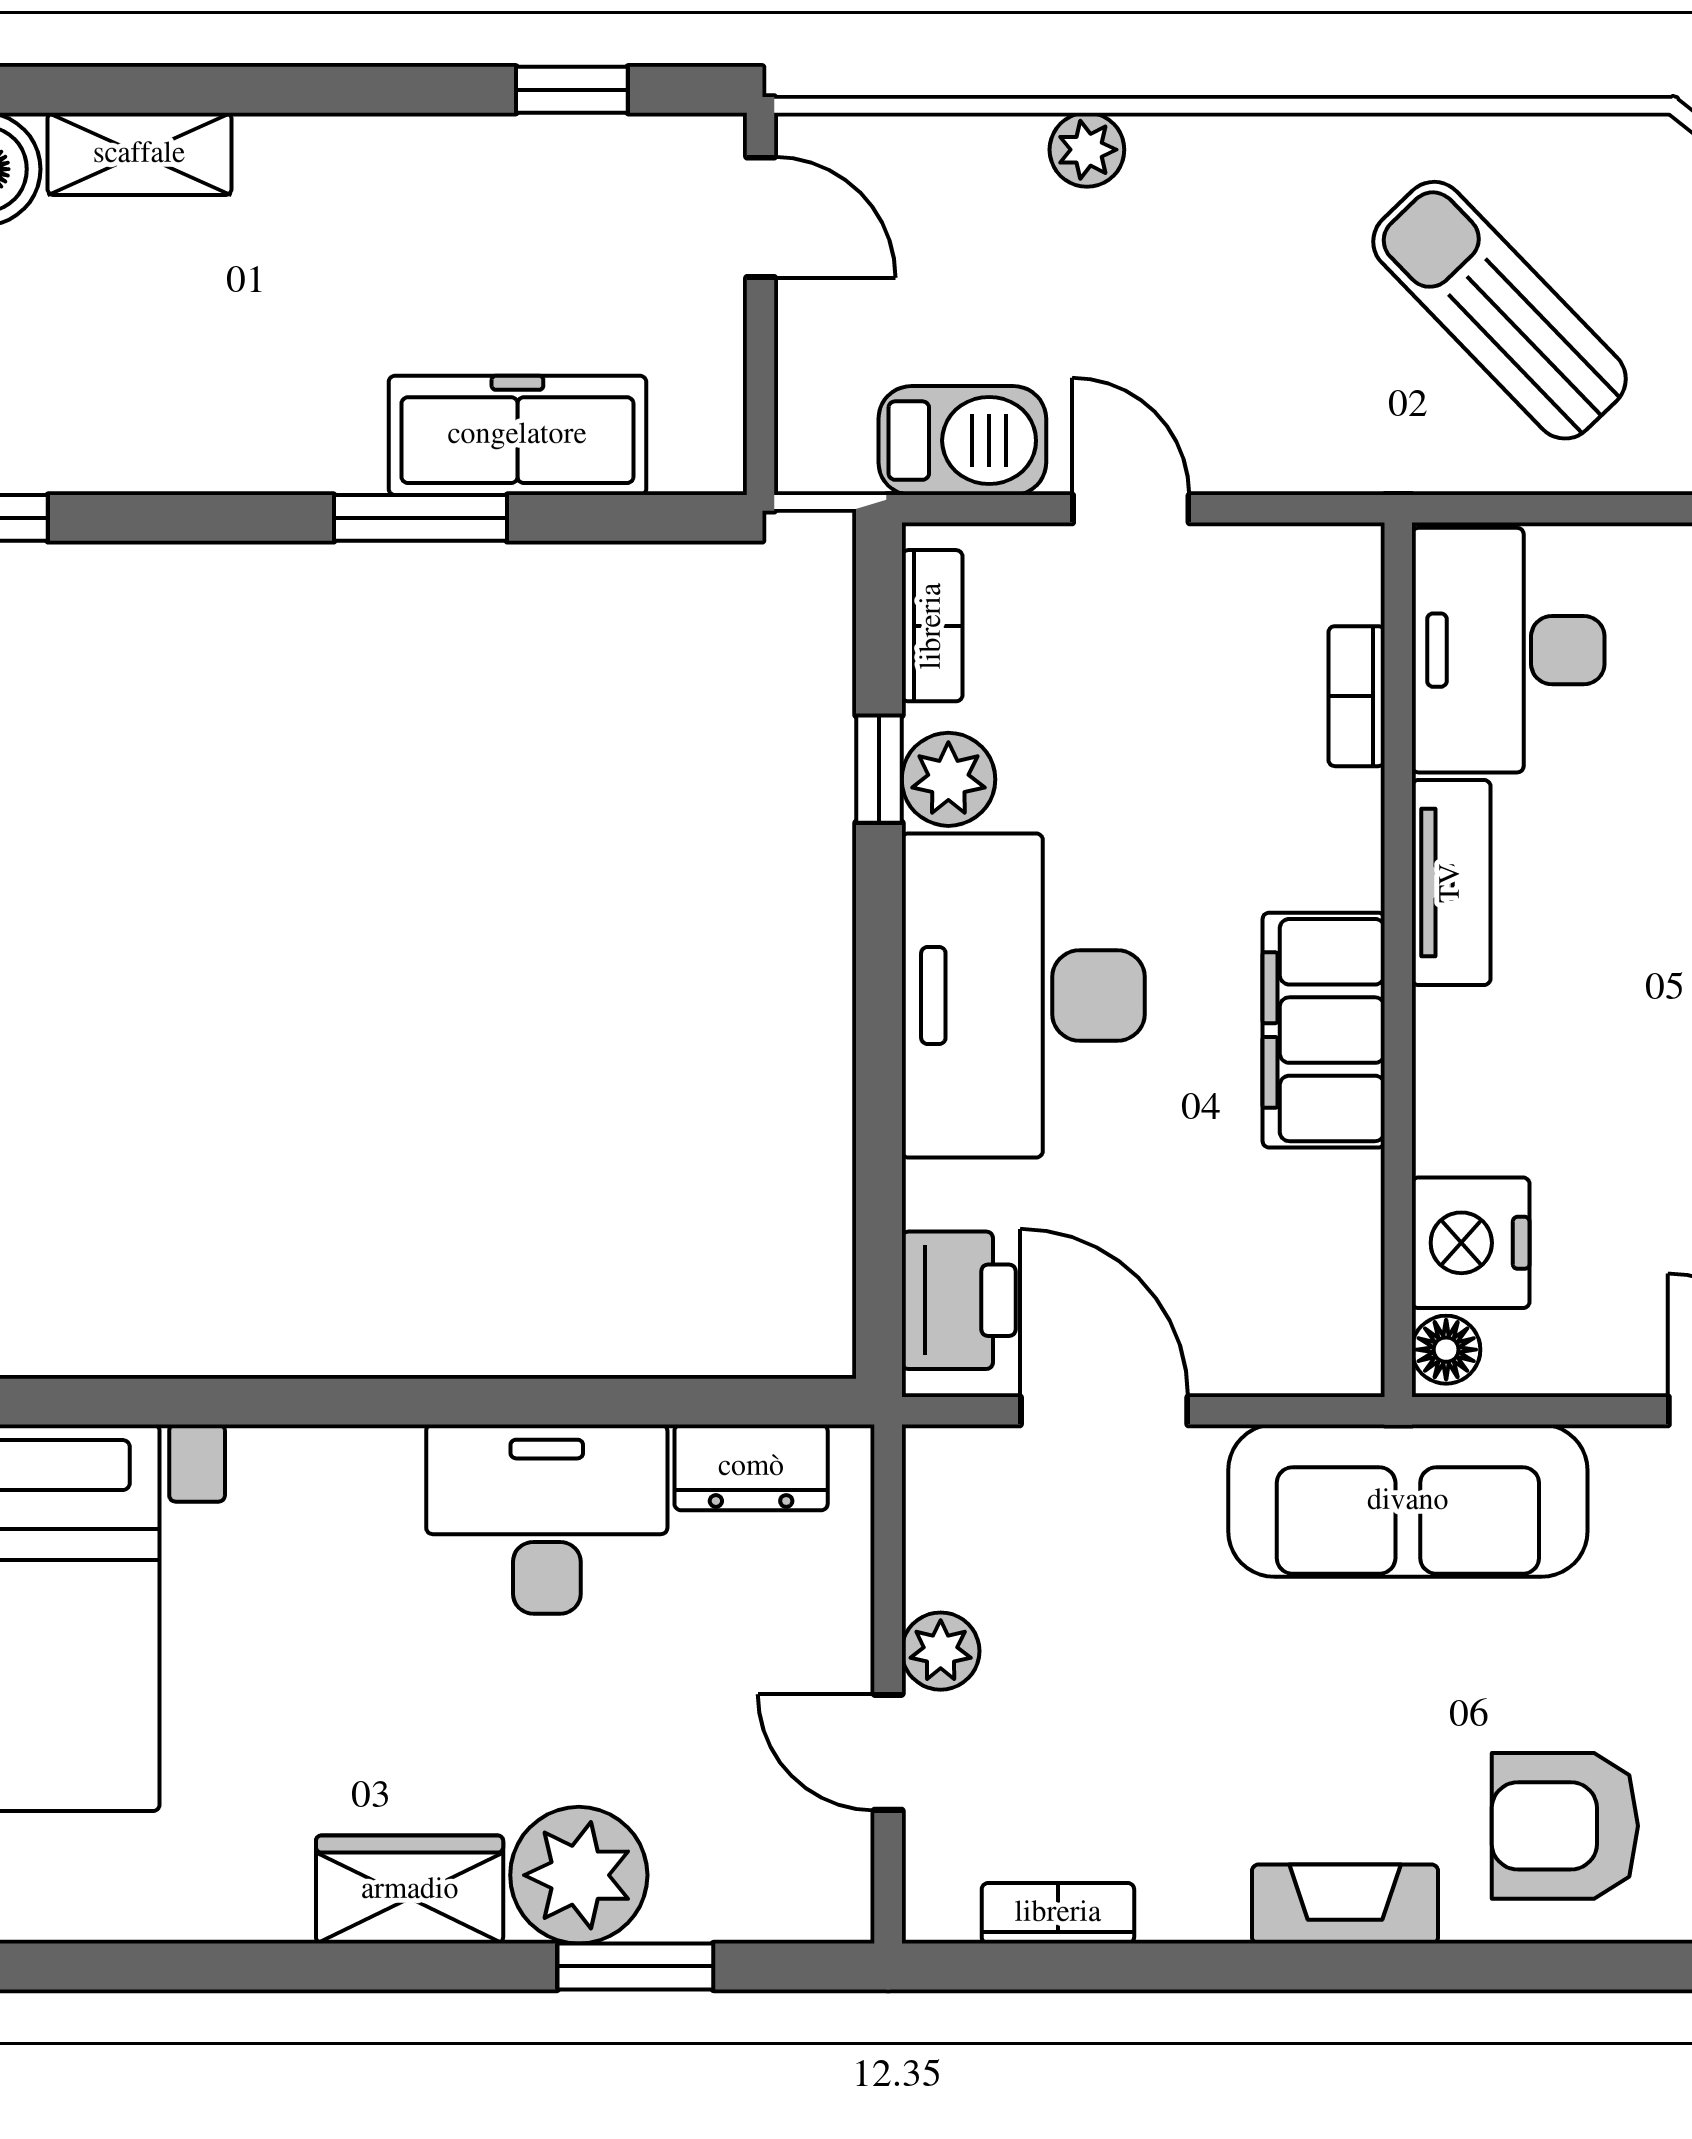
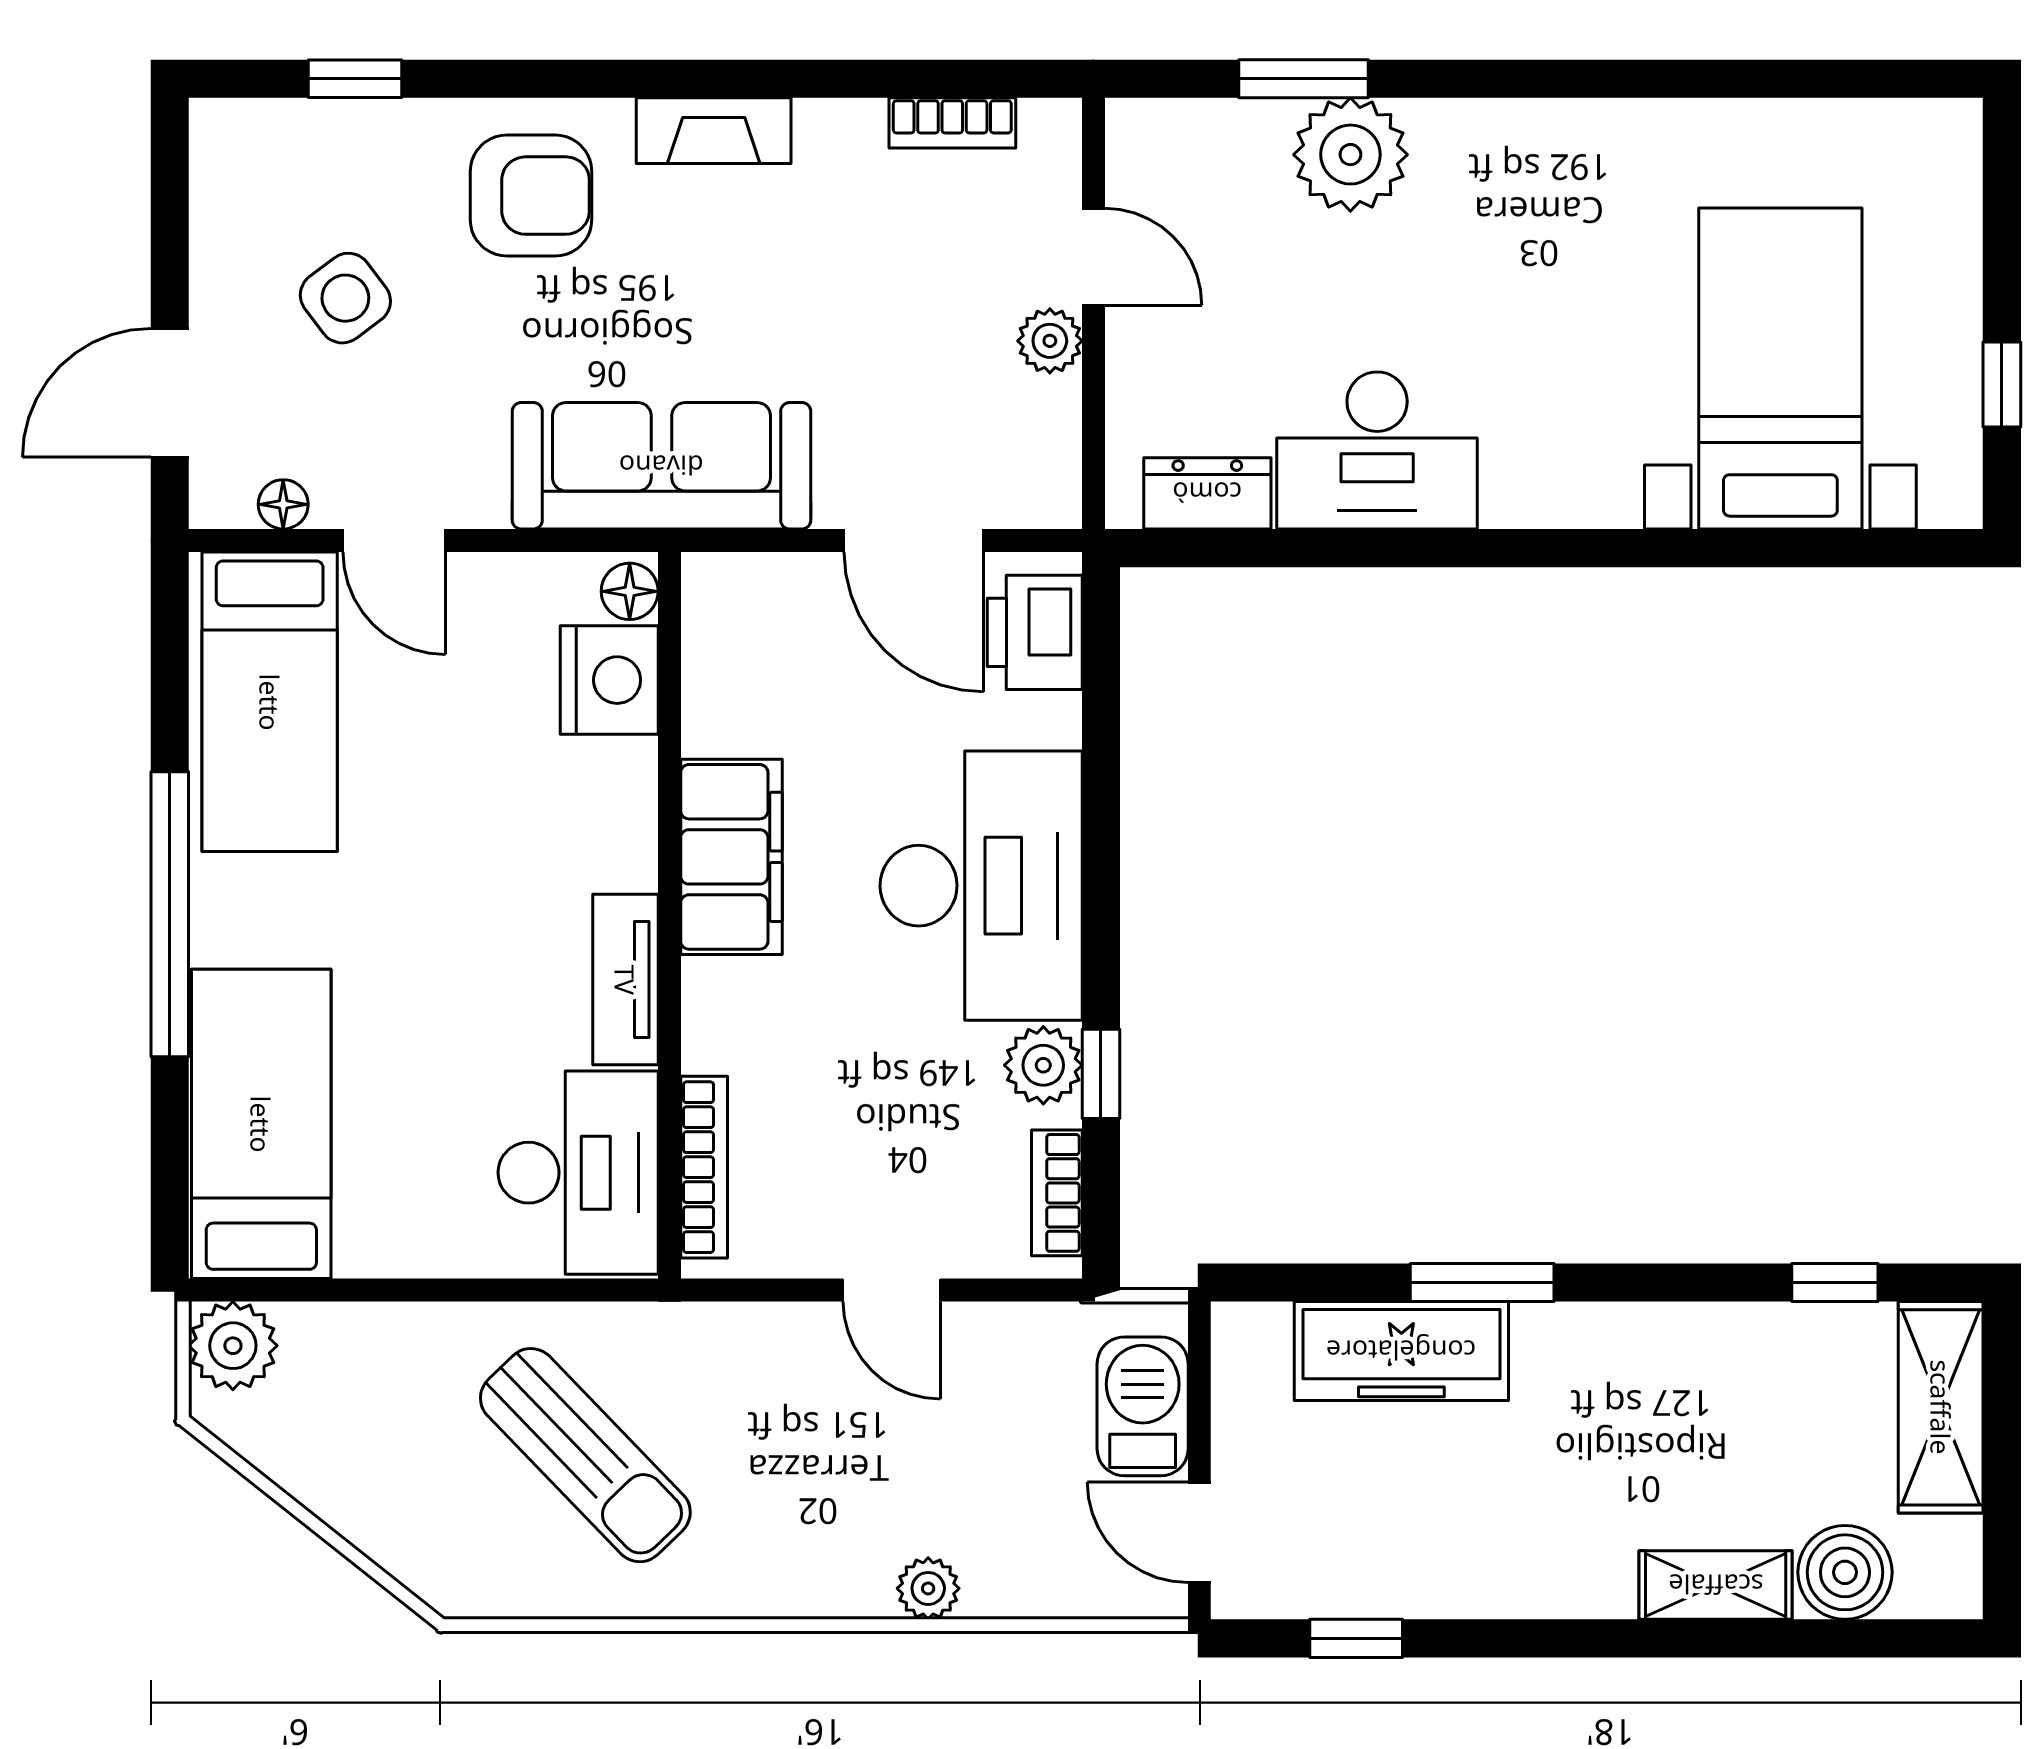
barbecue: (962, 441) -> (1143, 1406), moved, turned 90
bookcase: (1357, 696) -> (704, 1167), width x1.56
wardrobe: (410, 1890) -> (1491, 143), removed

